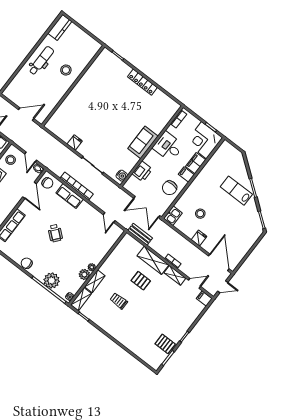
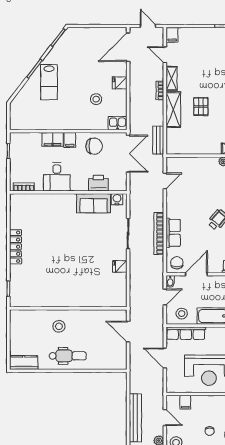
dental chair: (41, 61) -> (68, 356), turned 180
corner desk: (204, 140) -> (25, 148), removed
sofa: (143, 142) -> (94, 203), moved

